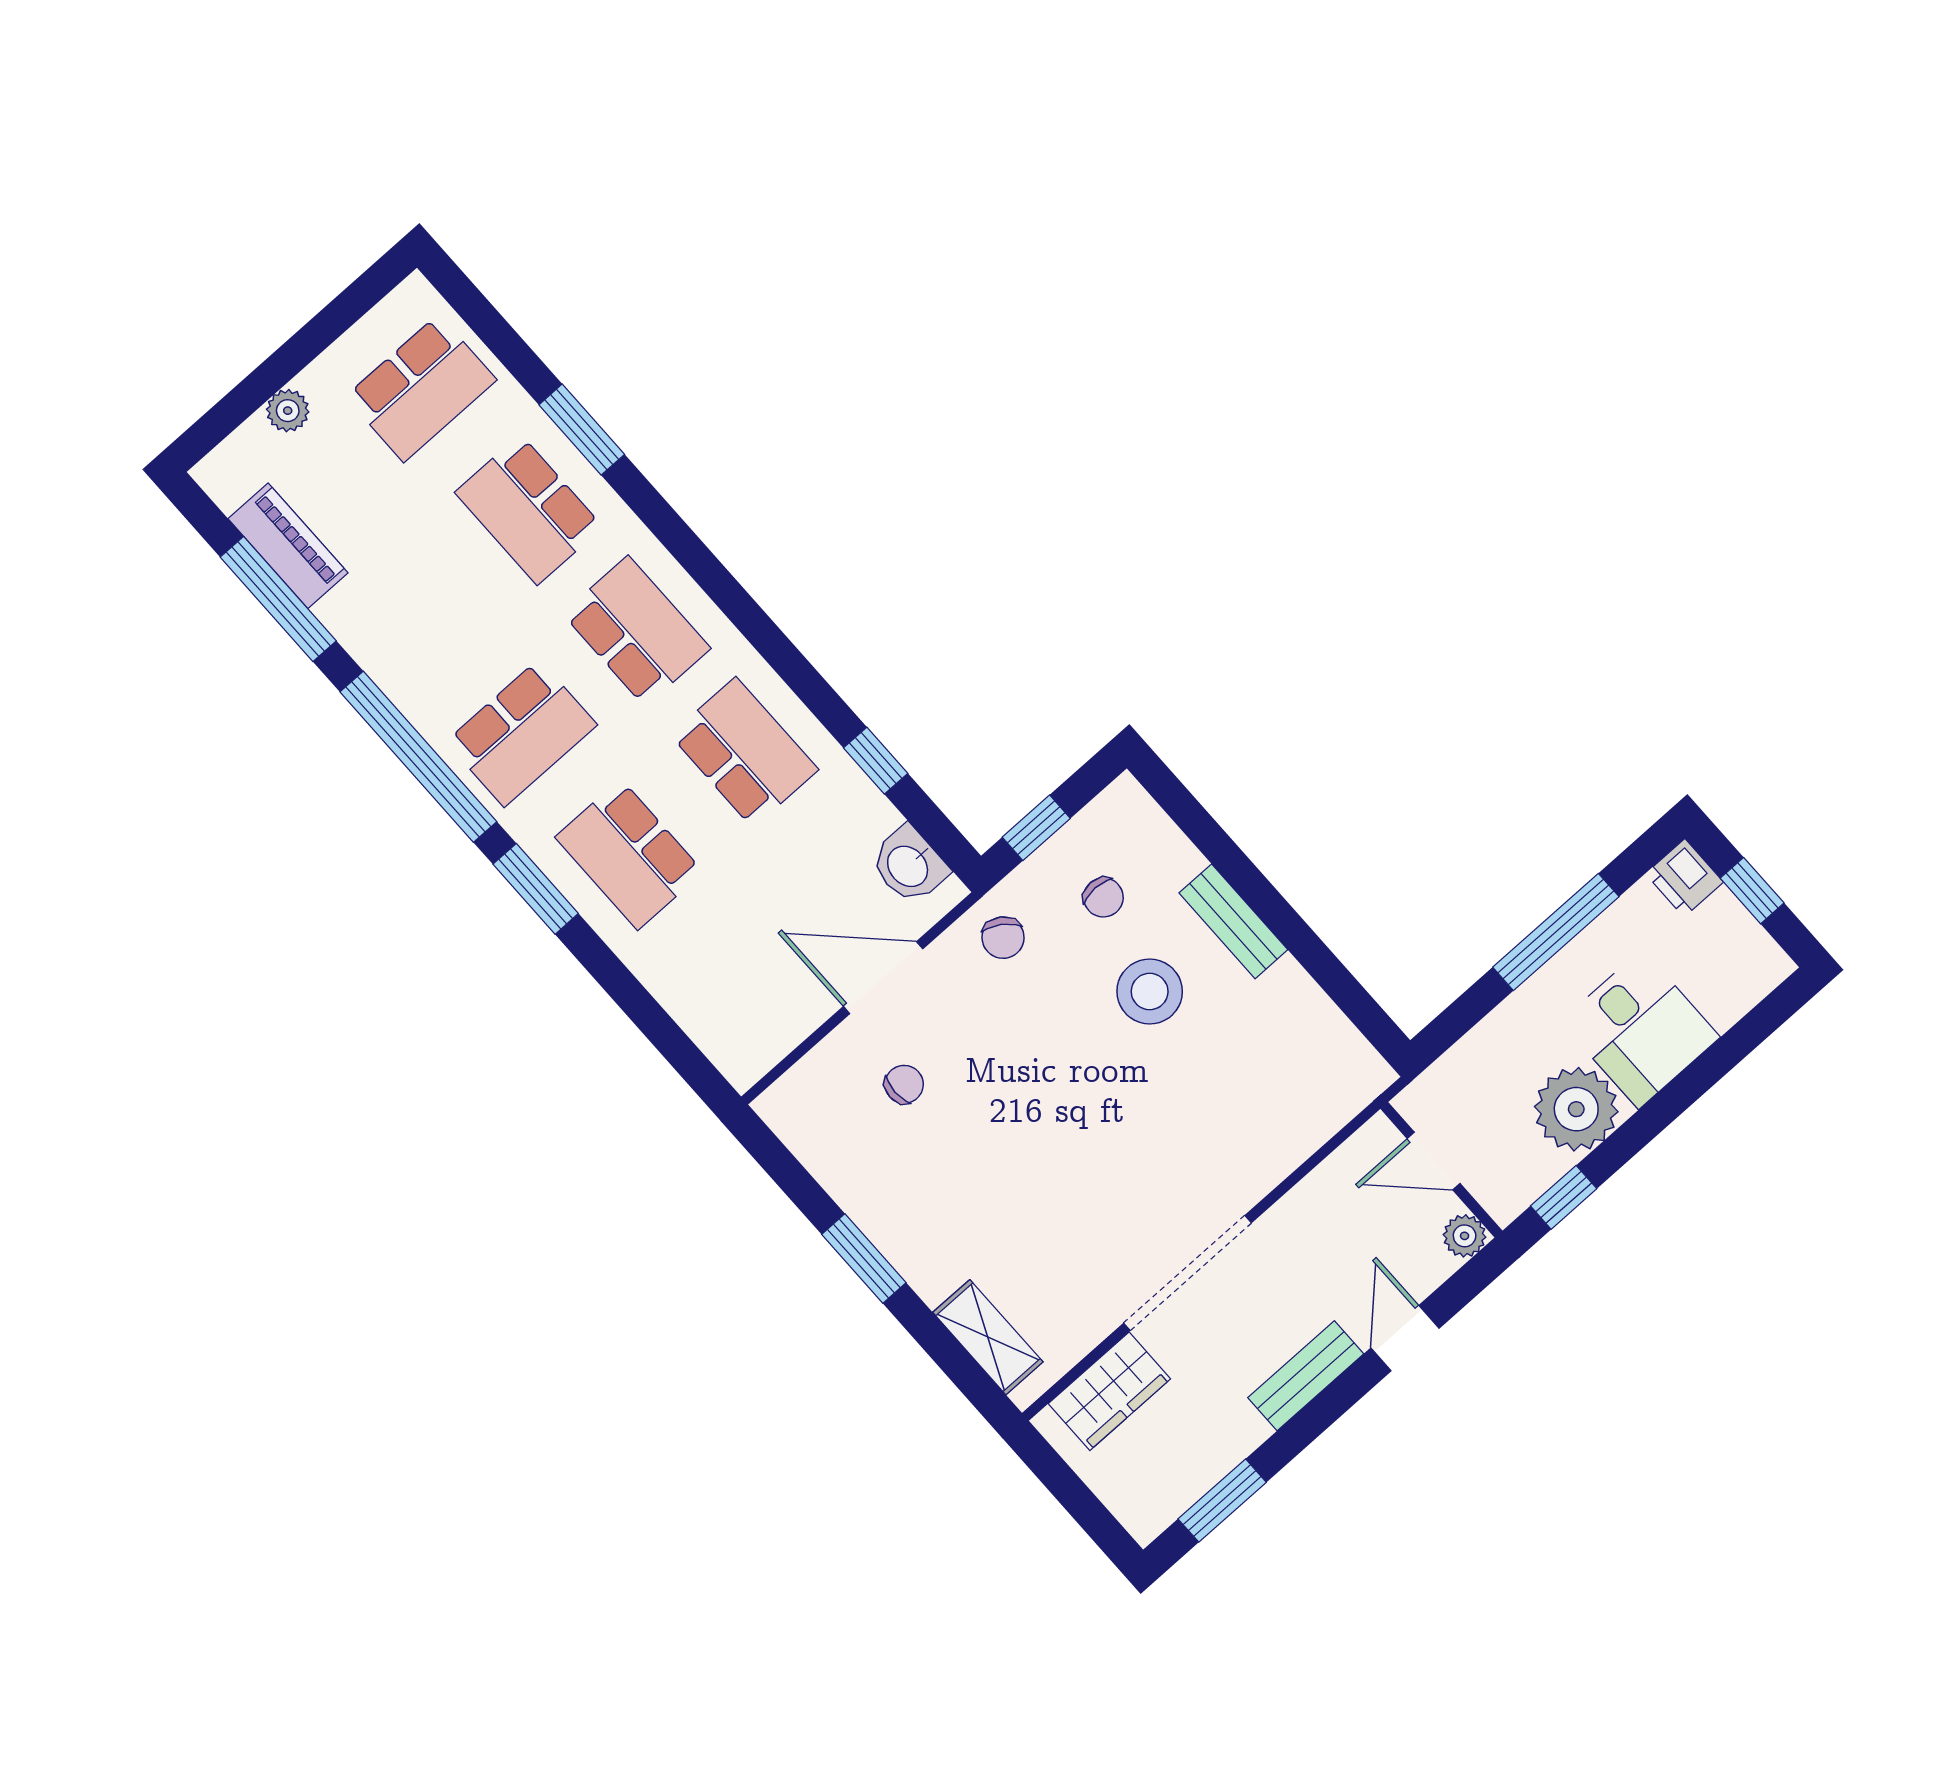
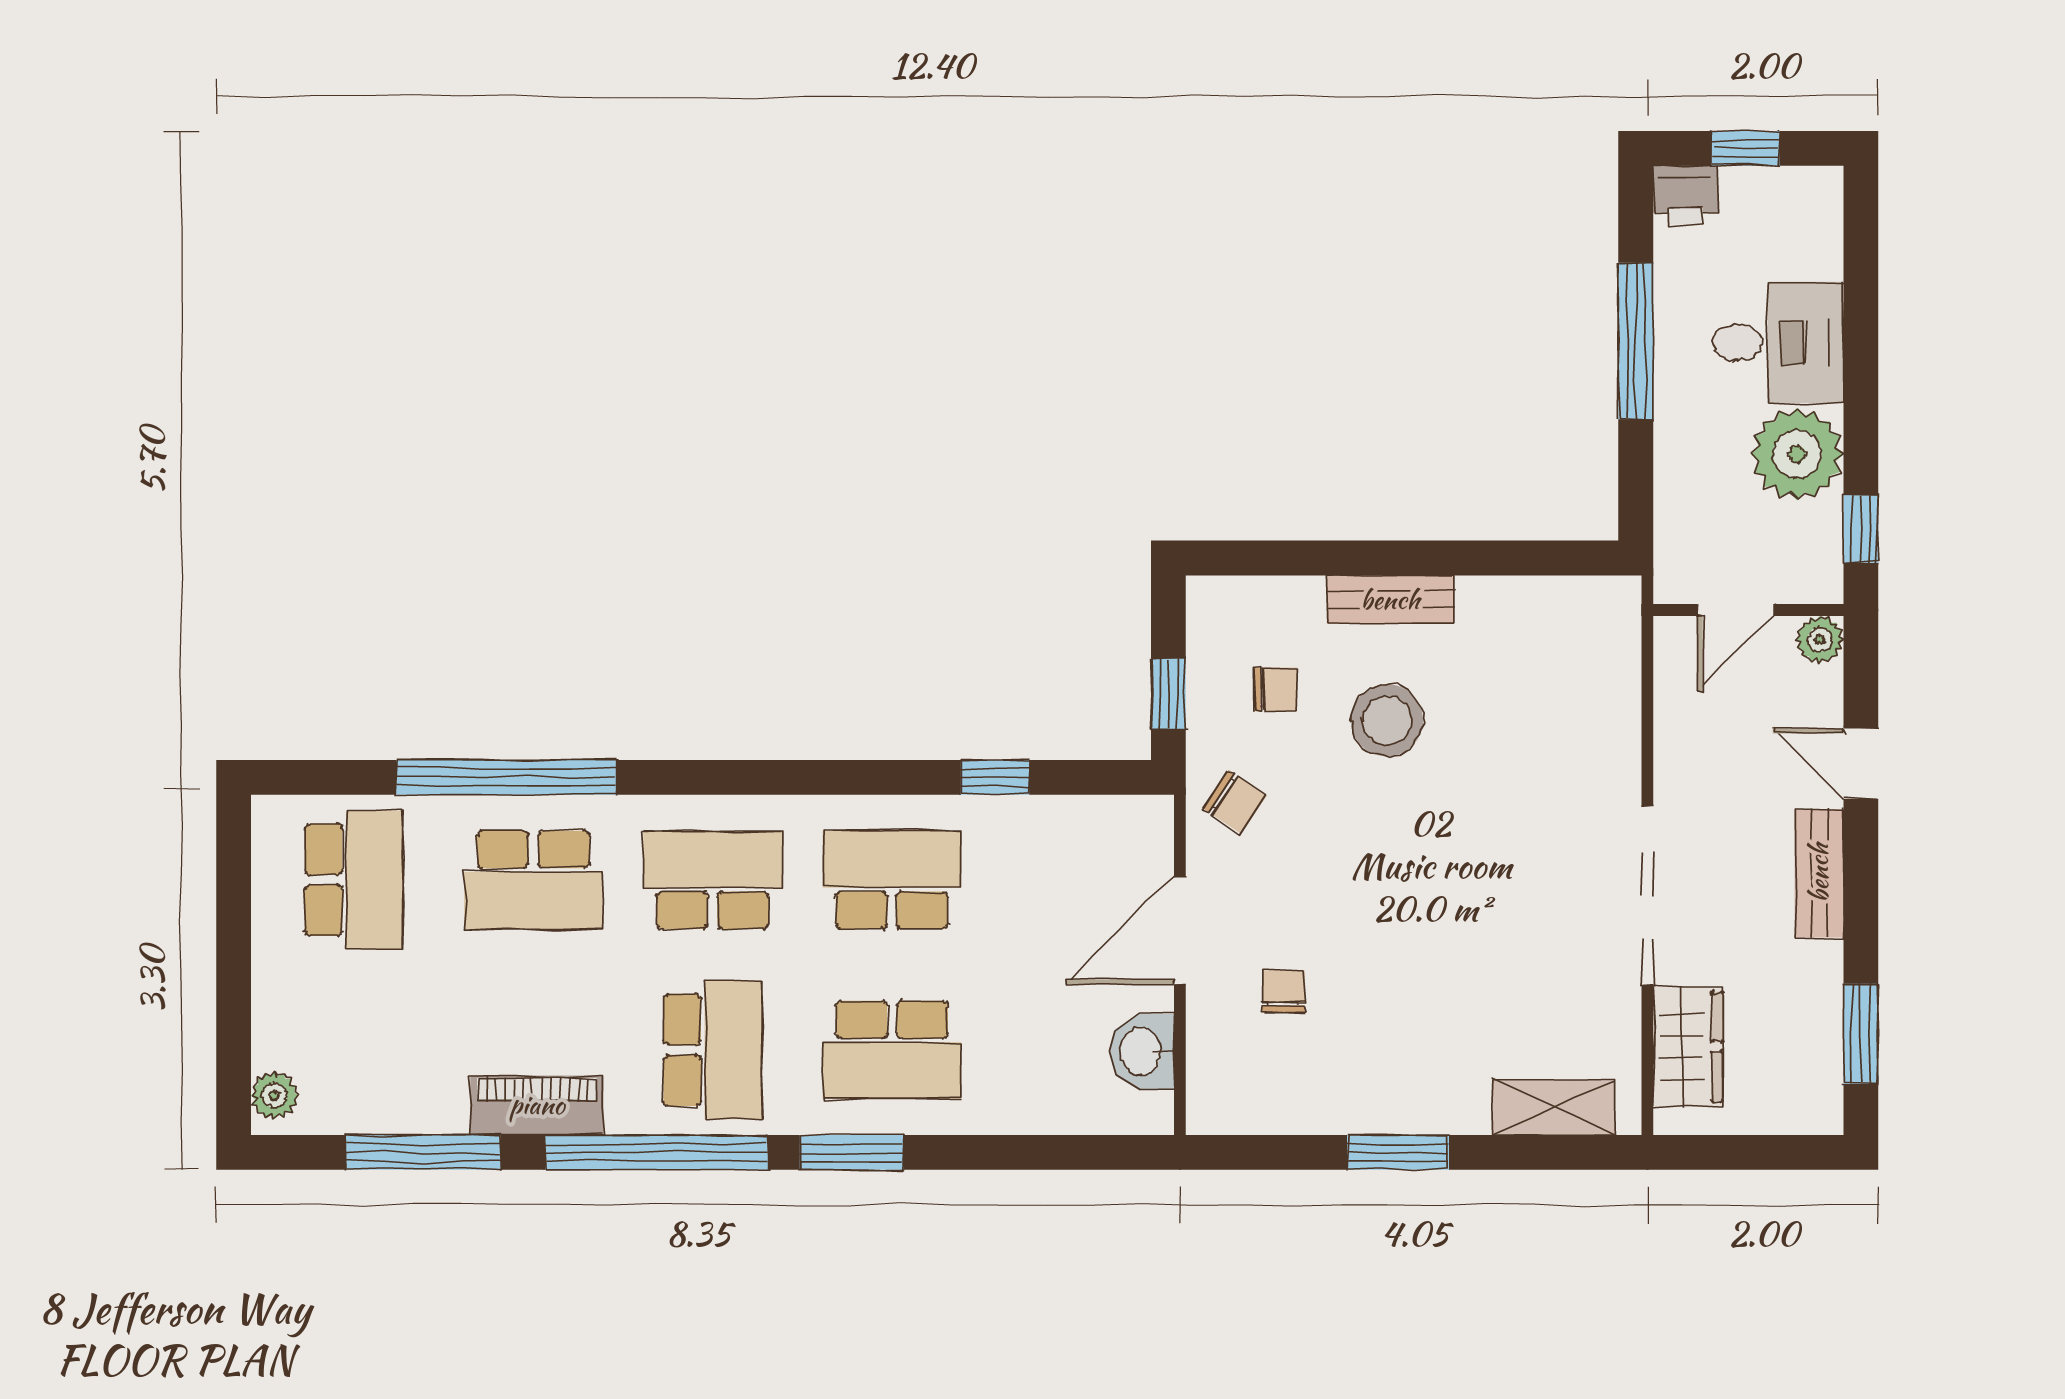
plant: (288, 411) -> (274, 1095), moved
window: (582, 430) -> (506, 777), width x2.11
piano: (288, 546) -> (537, 1105), moved
washbasin: (909, 865) -> (1142, 1052), moved, turned 90

